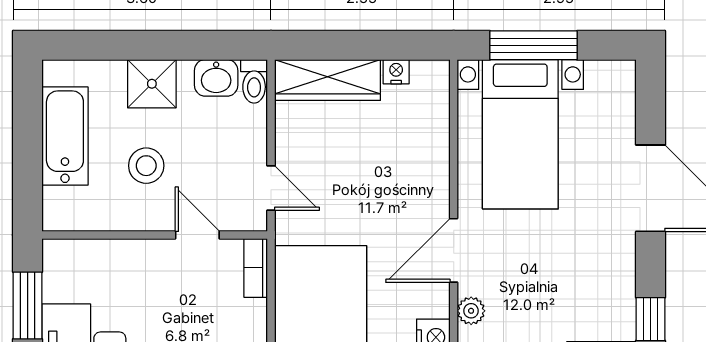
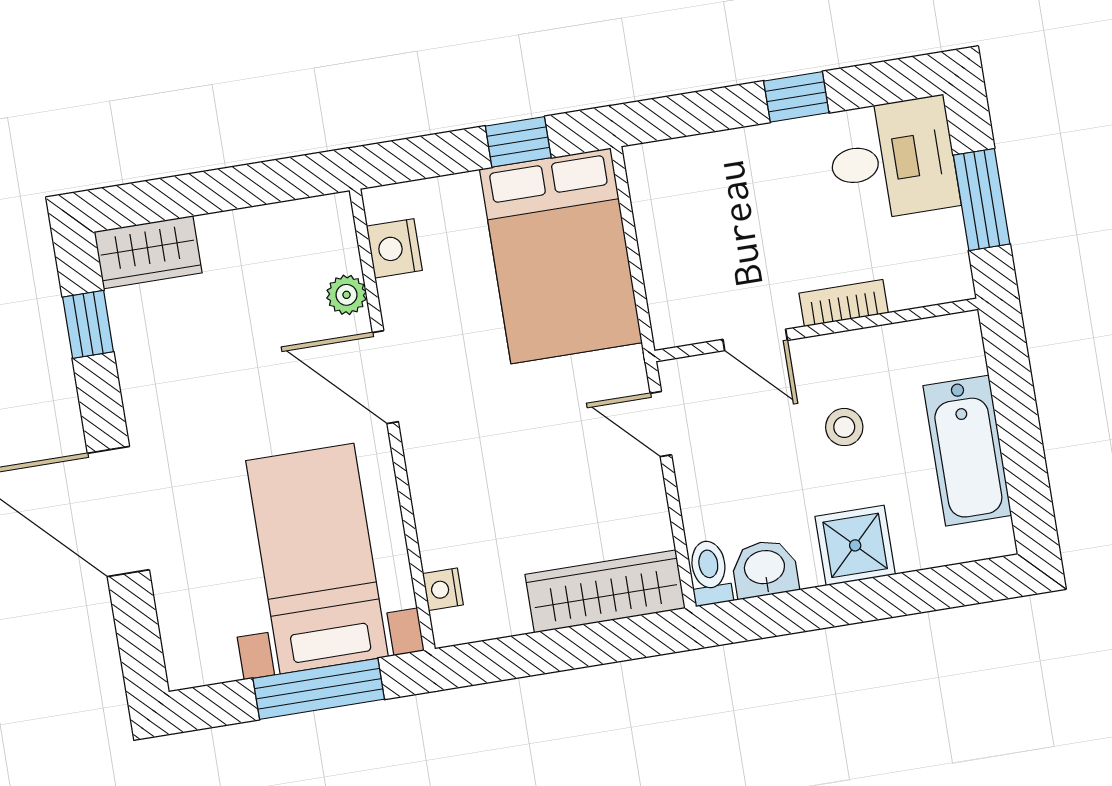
nightstand: (396, 72) -> (443, 589), moved, turned 90
stool: (146, 166) -> (844, 427), width x0.73, depth x0.73
door: (454, 250) -> (385, 377), swing flipped
bookcase: (256, 268) -> (844, 303), moved, turned -90

